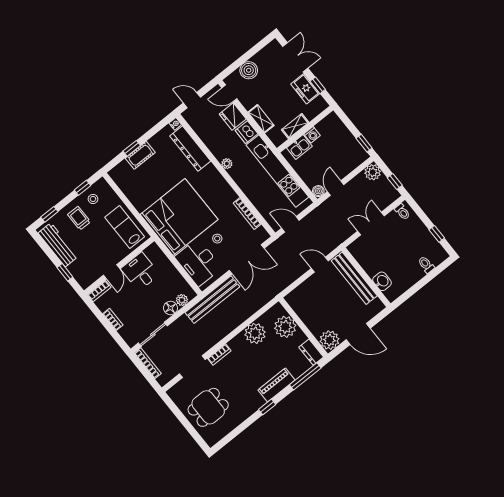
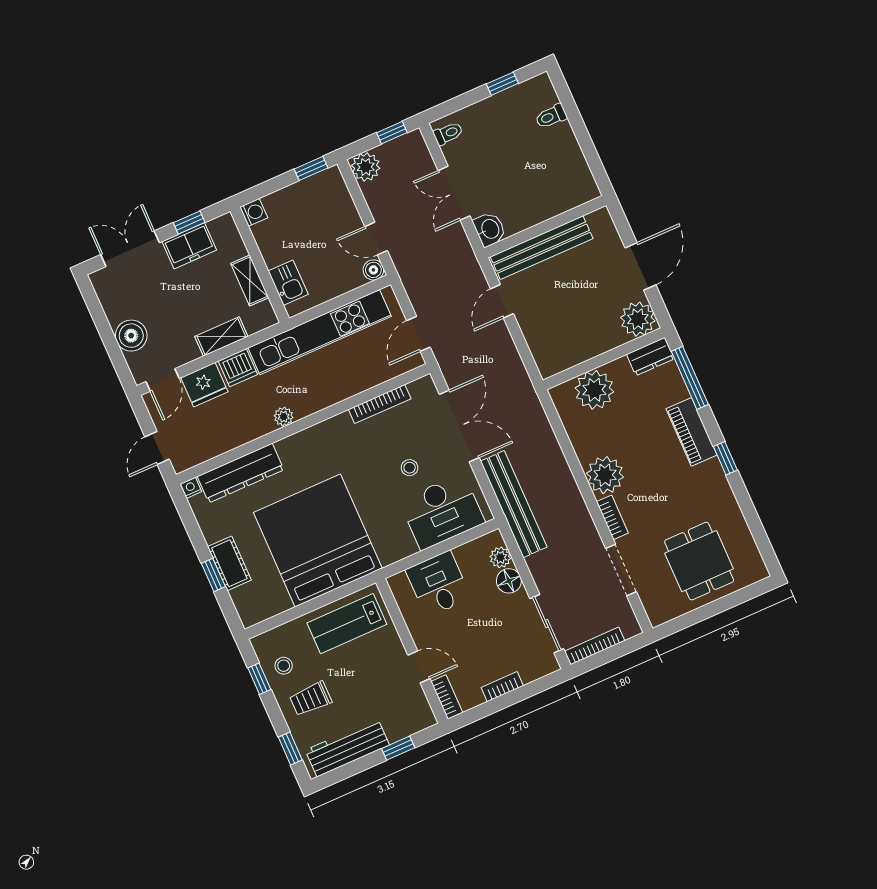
washing machine: (312, 135) -> (254, 212), moved
bed: (179, 217) -> (318, 541), moved
desk: (140, 271) -> (438, 584), moved, turned 90
washbasin: (382, 281) -> (490, 229), moved, turned 90
plant: (255, 333) -> (605, 475), moved

